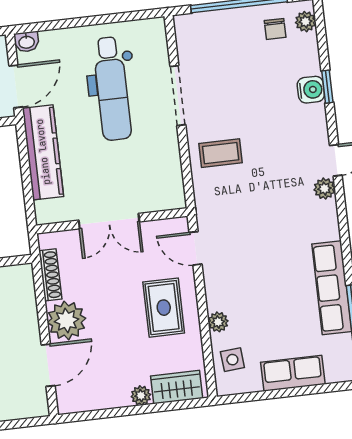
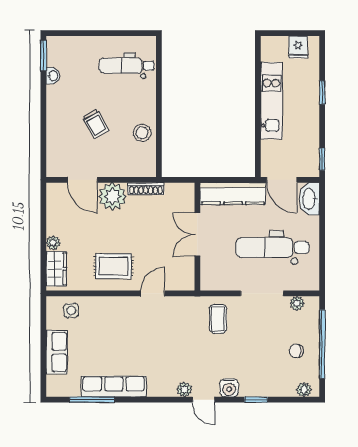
chair: (275, 29) -> (296, 351), moved
washbasin: (27, 42) -> (309, 199), width x1.91, depth x1.45
water cooler: (311, 90) -> (229, 388), moved
double door: (109, 221) -> (197, 235), moved
wall: (112, 221) -> (197, 237), moved
plant: (218, 322) -> (297, 303), moved

